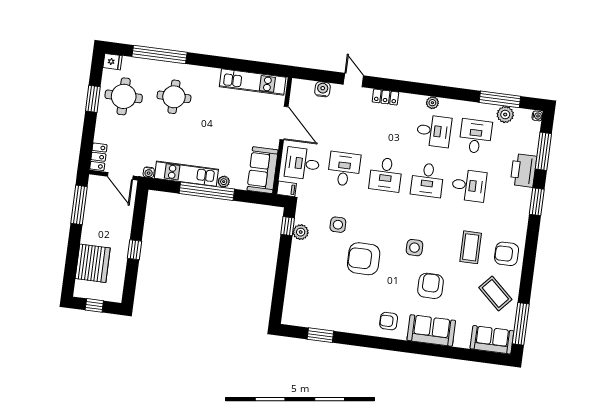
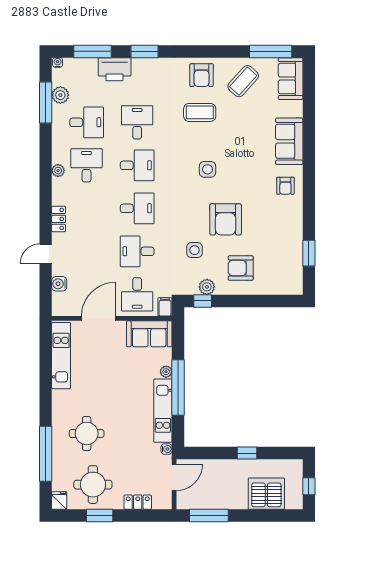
desk: (475, 136) -> (87, 122), turned 180
locker: (98, 157) -> (138, 502), moved
armchair: (431, 286) -> (241, 268), moved

